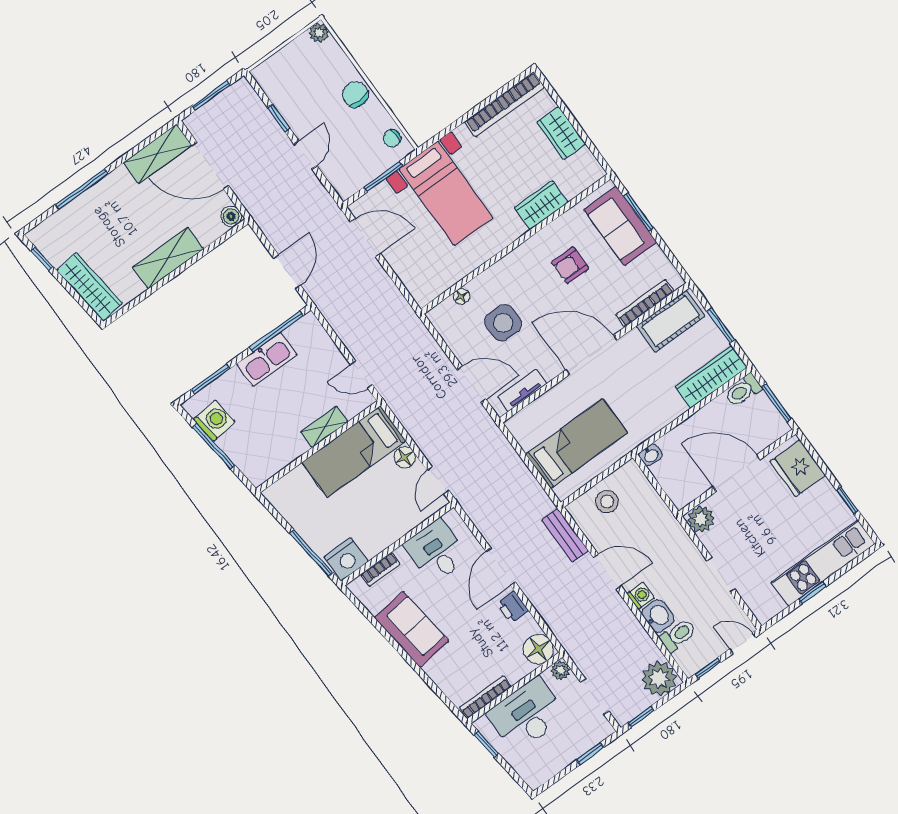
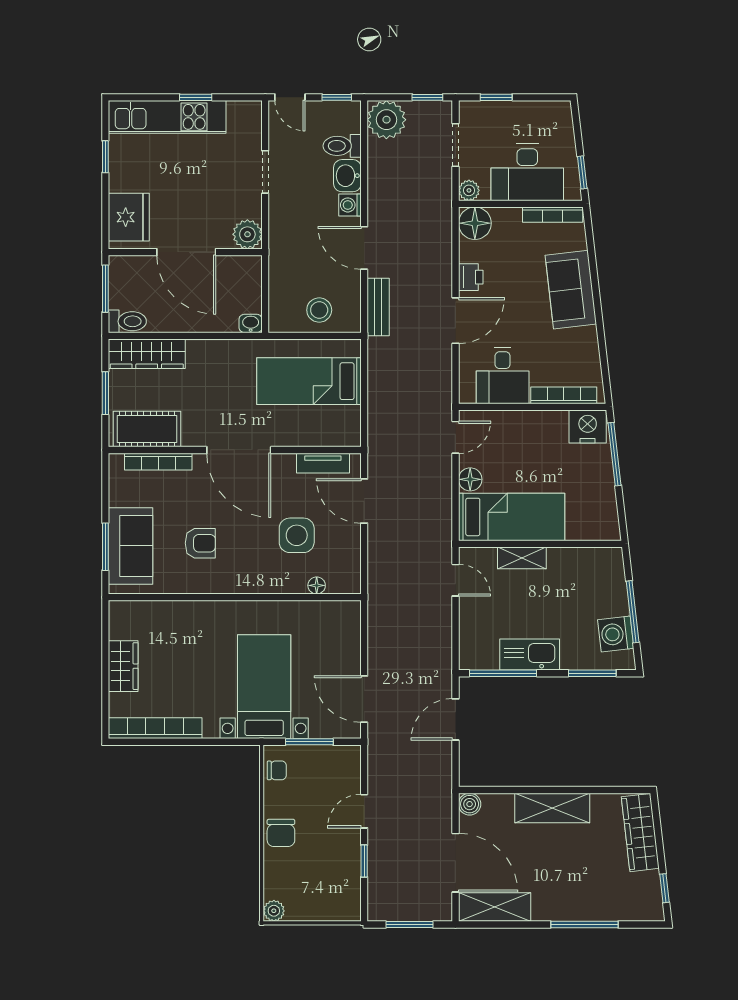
wardrobe: (541, 205) -> (187, 615), removed
bookcase: (380, 569) -> (564, 395), width x1.56
sofa: (412, 629) -> (571, 290), moved

